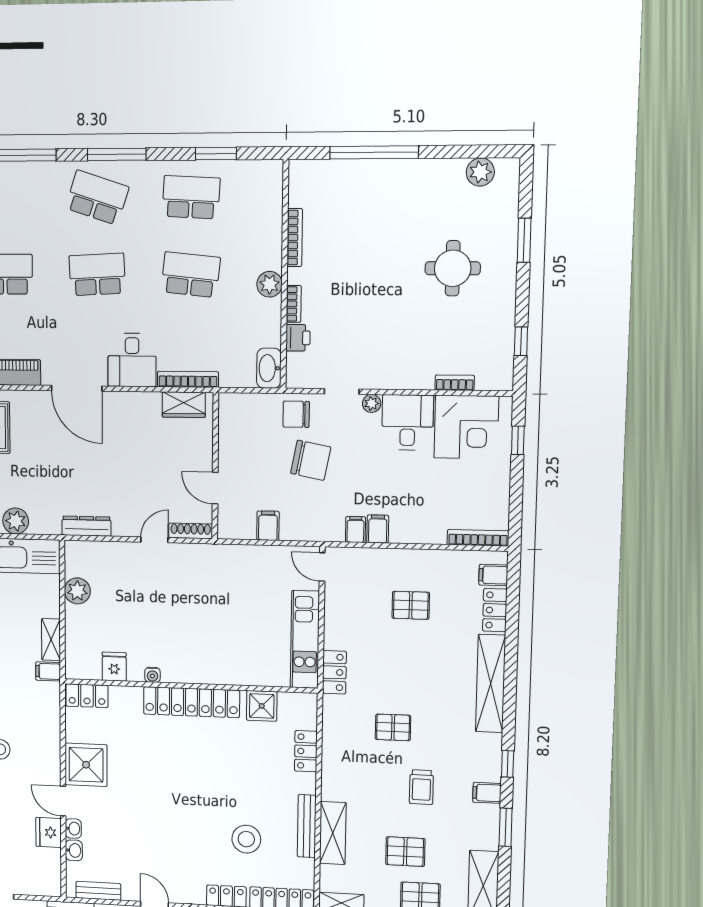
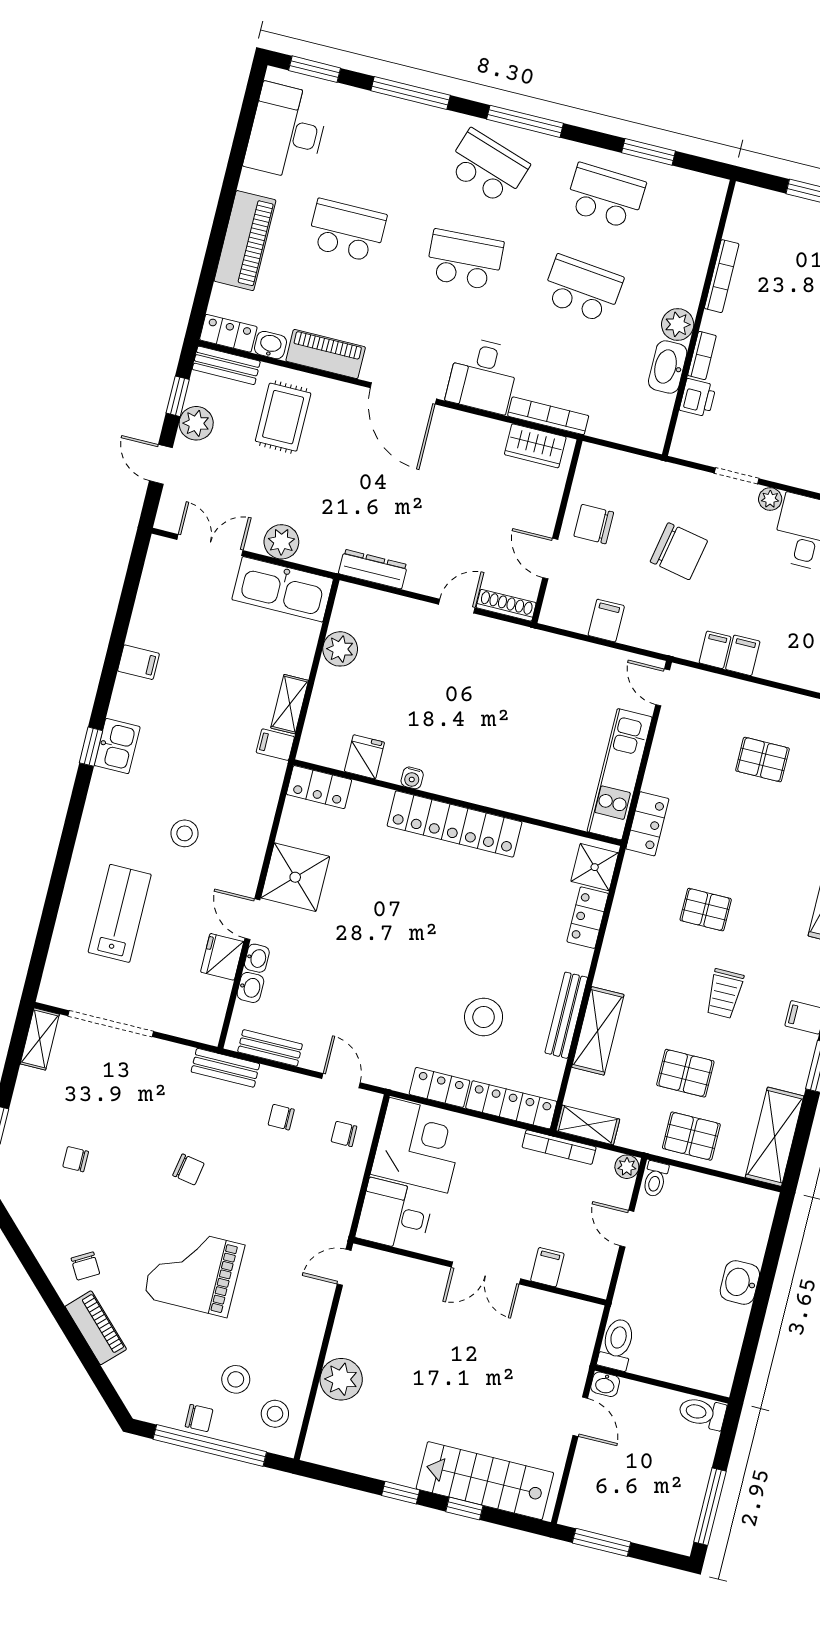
washbasin: (269, 368) -> (668, 367), moved
chair: (296, 414) -> (594, 524), moved
shower: (262, 706) -> (595, 867), moved

